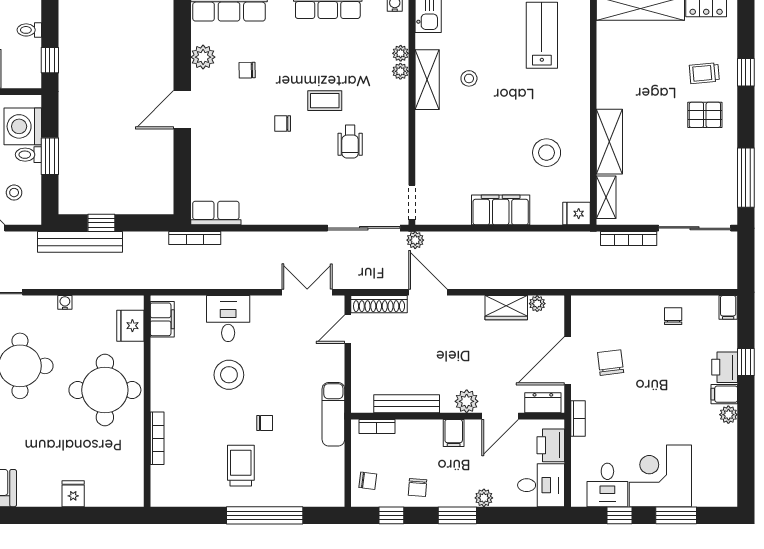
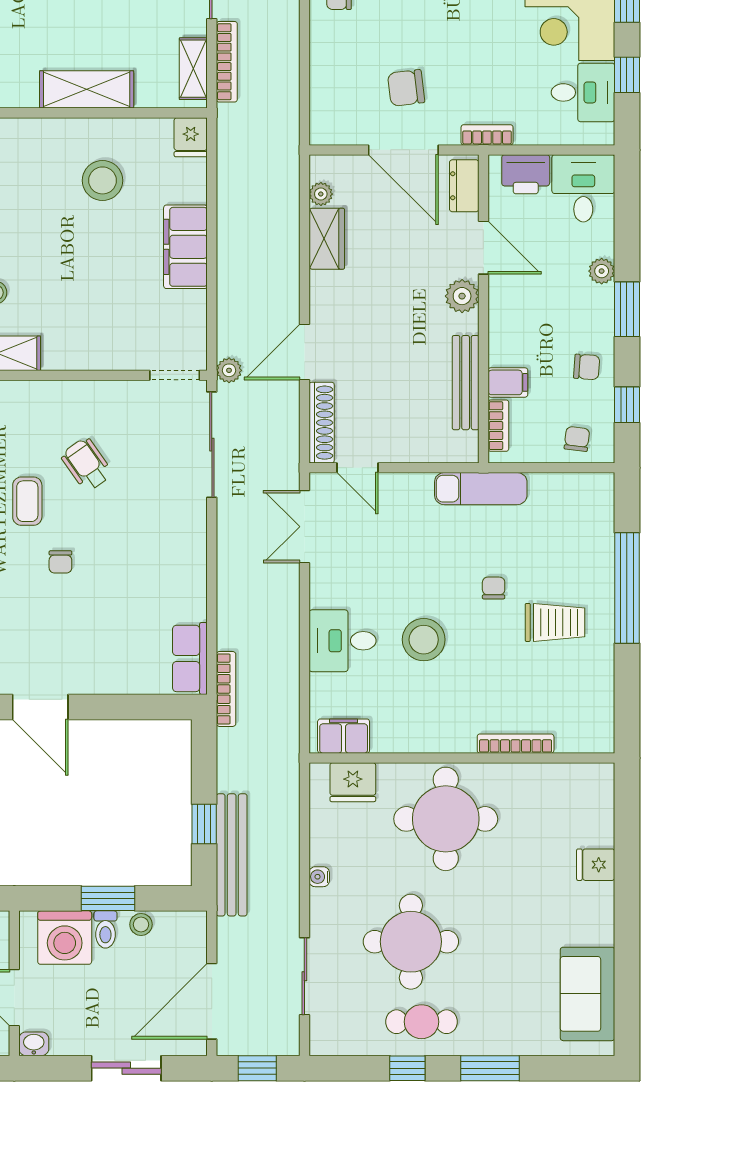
wheelchair: (350, 142) -> (87, 464), turned -125
stool: (14, 193) -> (141, 924), moved
shelving: (606, 197) -> (193, 69), moved, turned 90
filing cabinet: (454, 433) -> (508, 382), moved
trolley: (241, 466) -> (555, 622), turned 180

